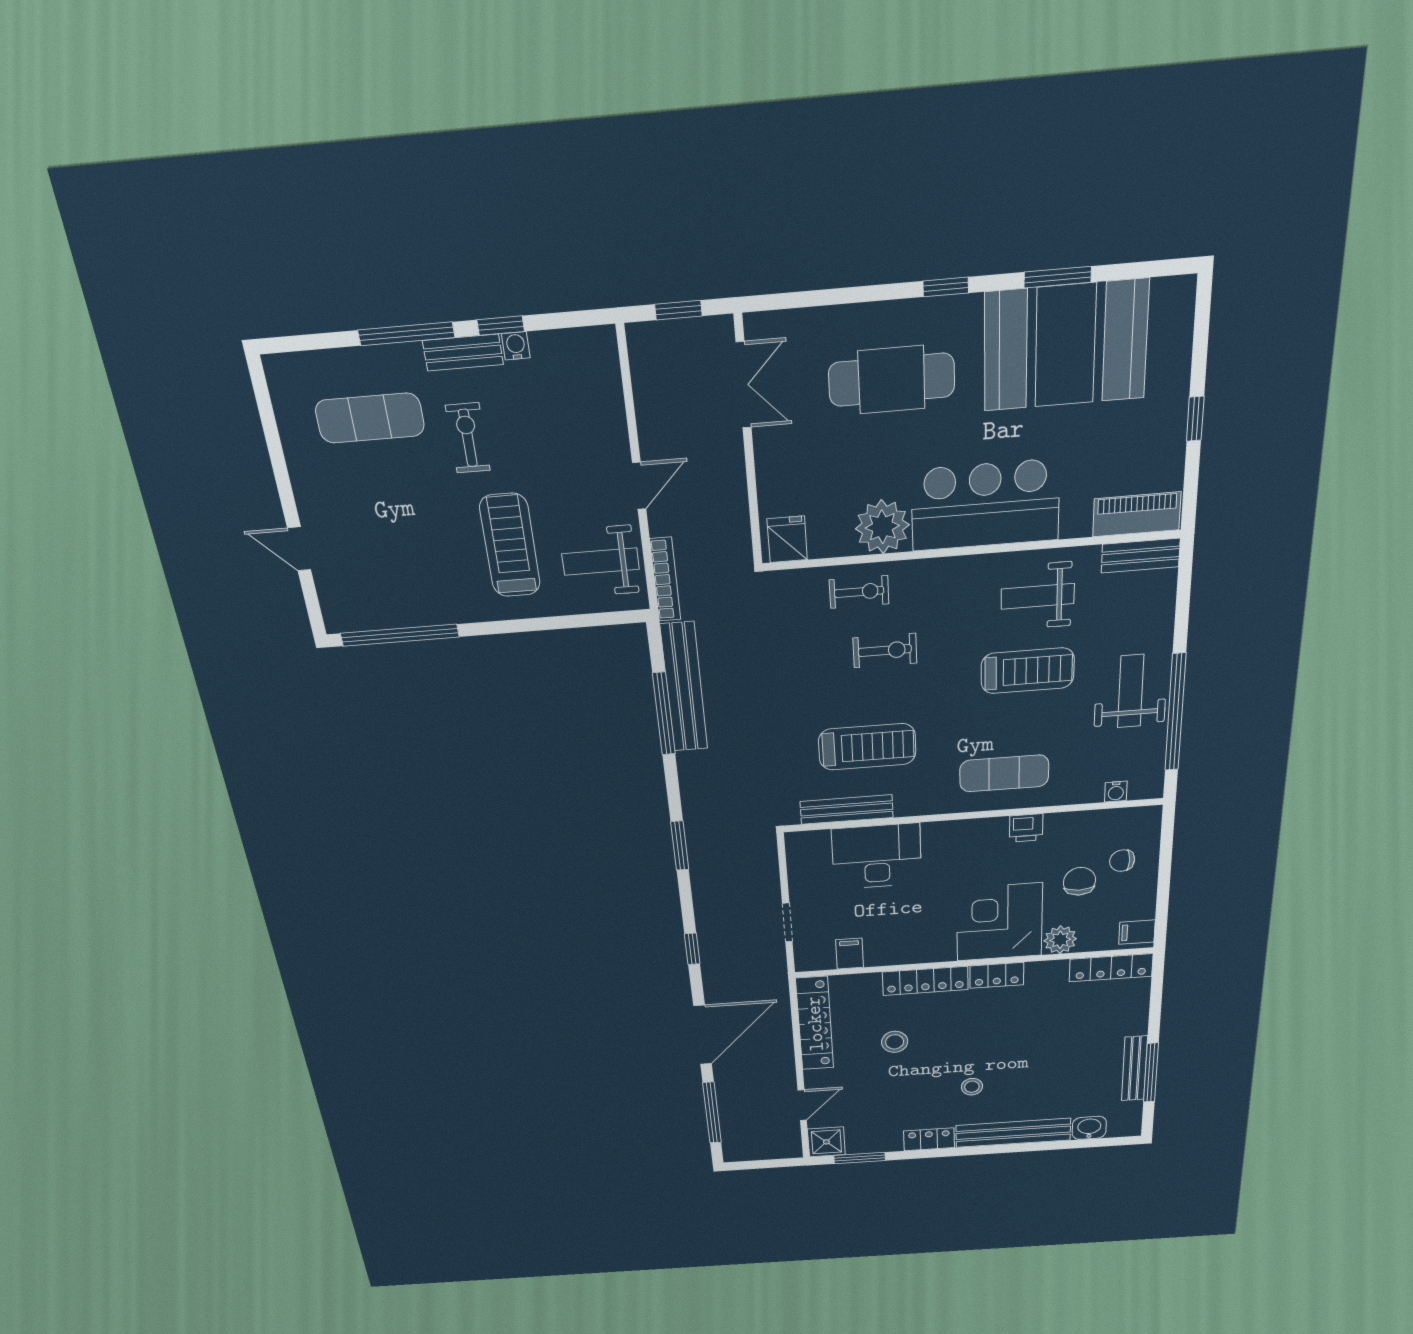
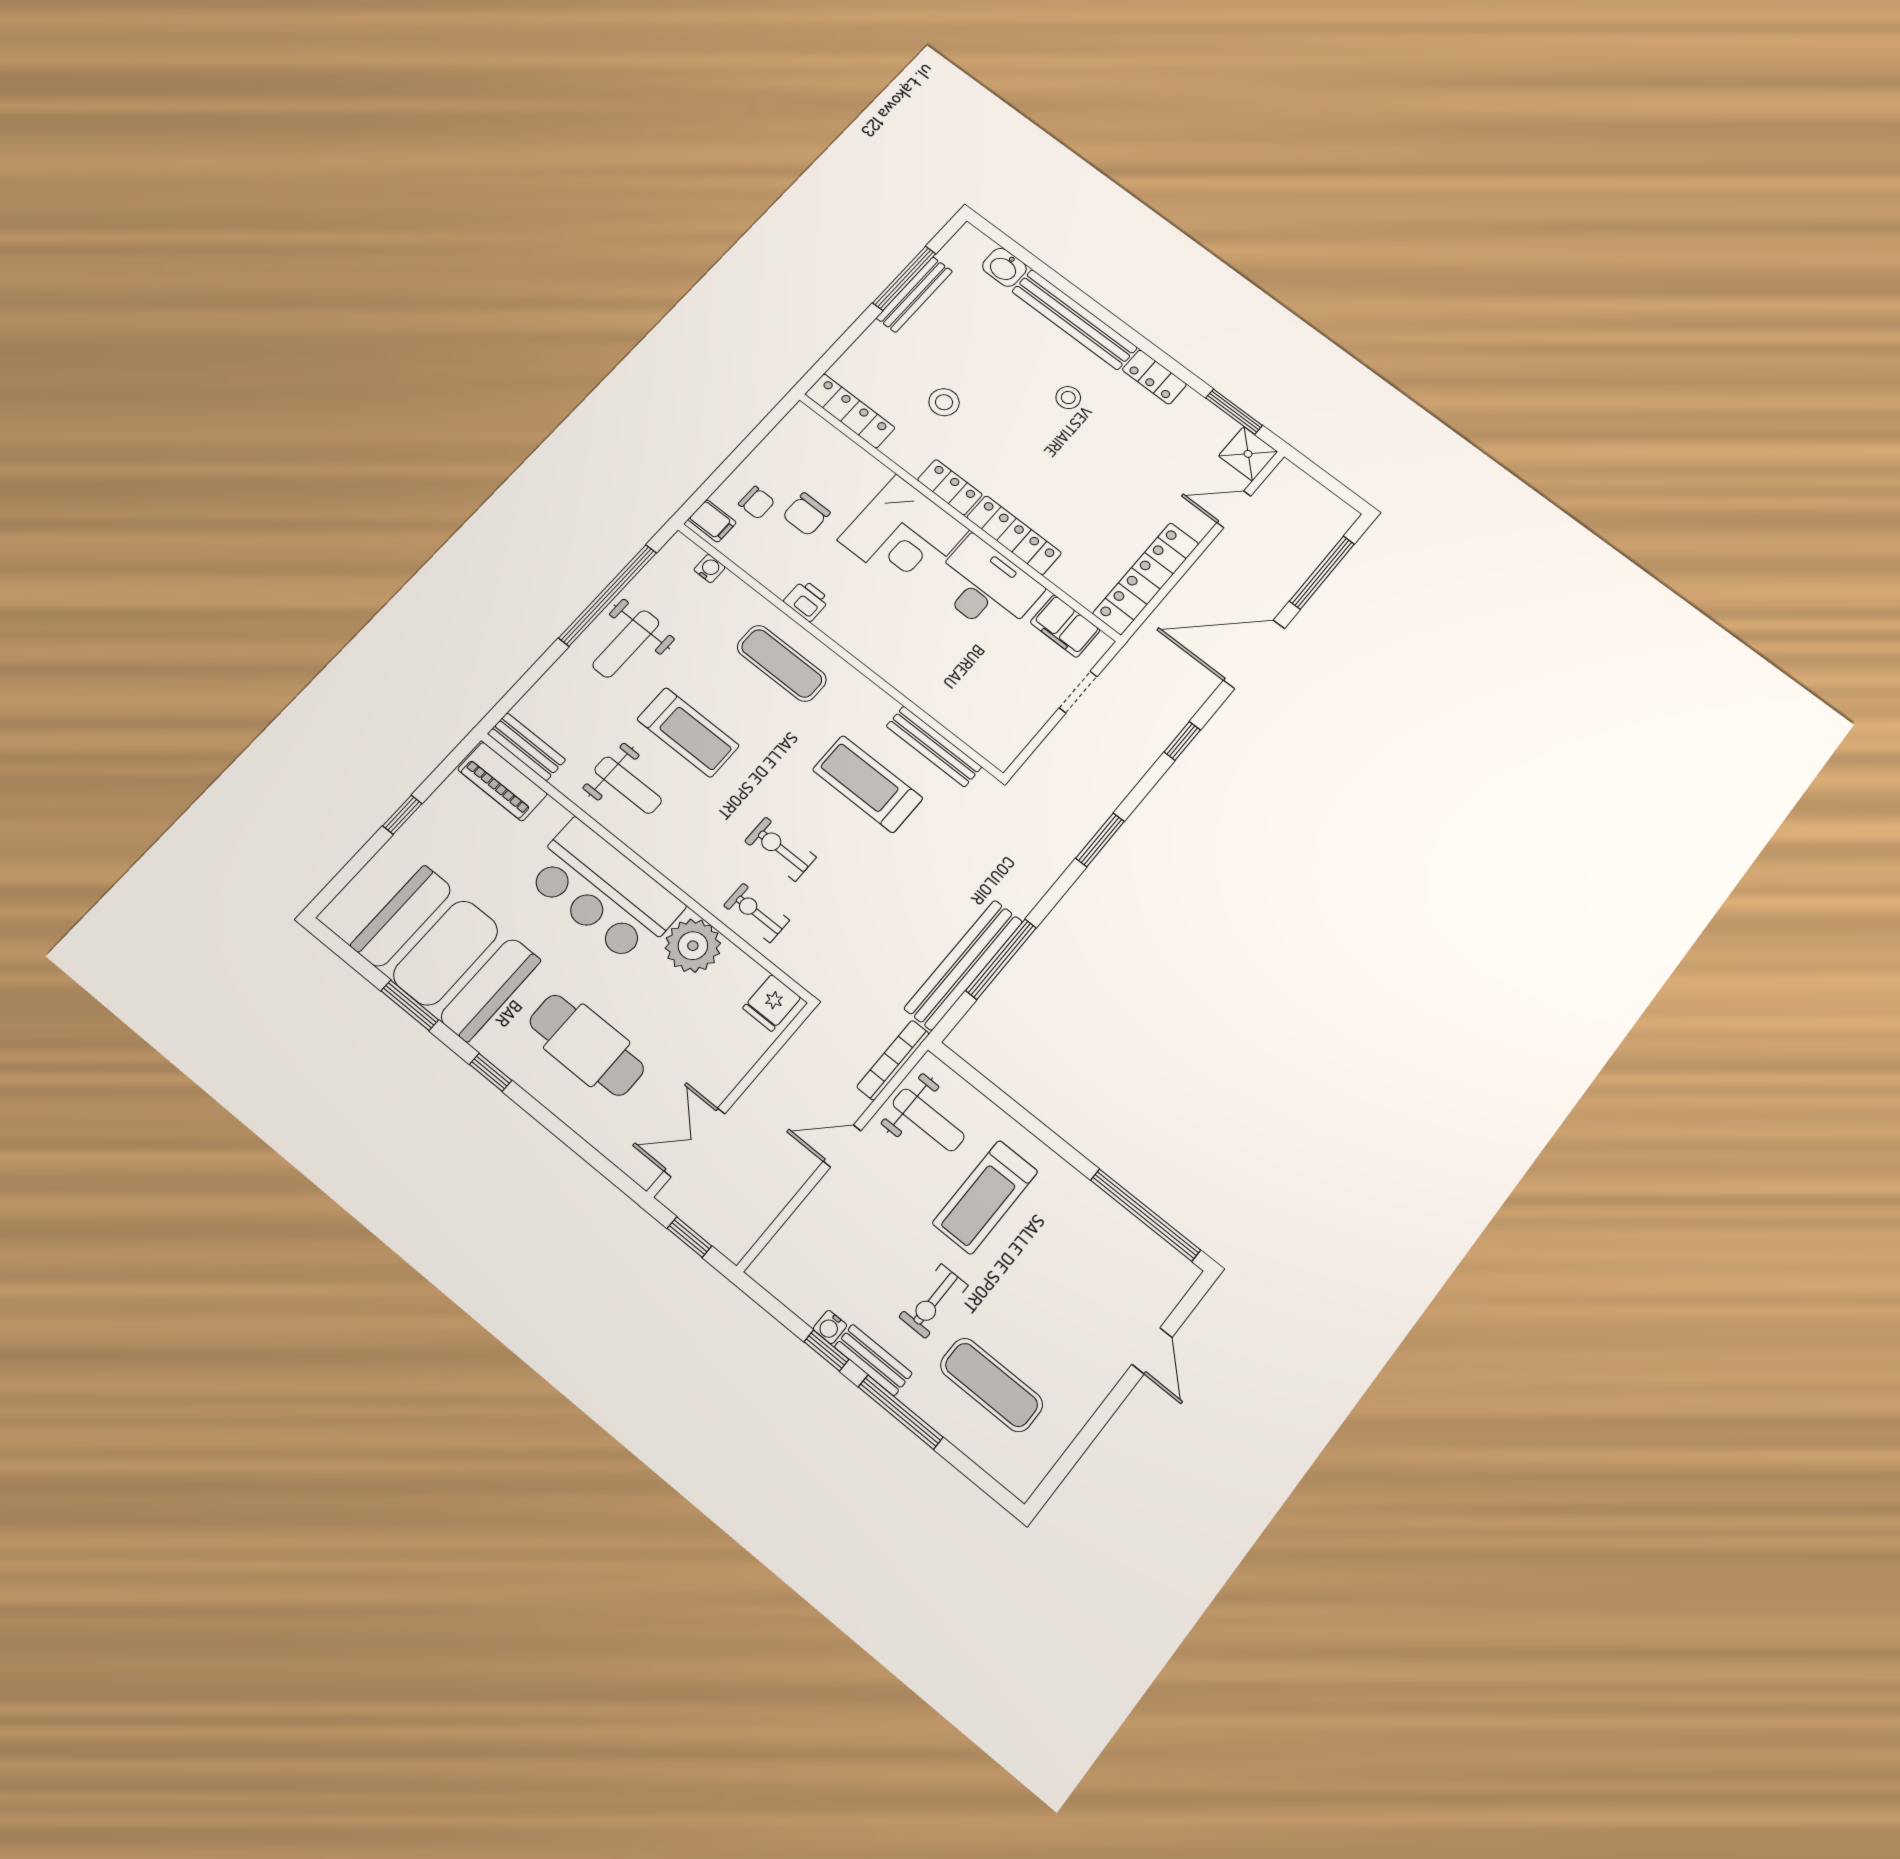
treadmill: (1028, 671) -> (688, 732), turned 180
desk: (877, 856) -> (986, 587), moved, turned 180
filing cabinet: (1137, 932) -> (712, 521), moved
plant: (1060, 940) -> (868, 474), removed
filing cabinet: (850, 954) -> (1065, 626), width x2.00
stool: (895, 1042) -> (944, 402), moved

